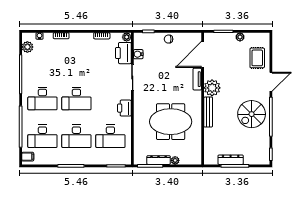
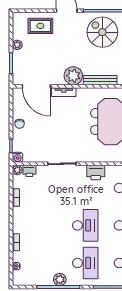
plant: (27, 47) -> (60, 280), moved
printer: (123, 53) -> (29, 171), width x0.53, depth x0.68
water cooler: (138, 54) -> (18, 157), moved
spiral stairs: (252, 114) -> (102, 32), turned 180

